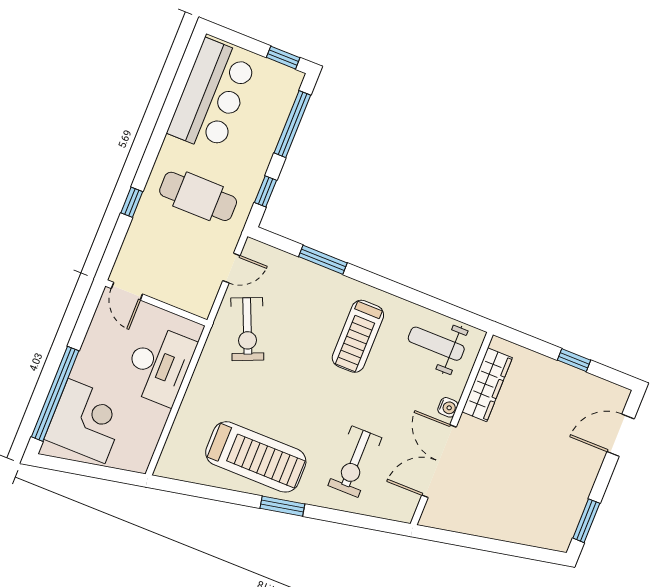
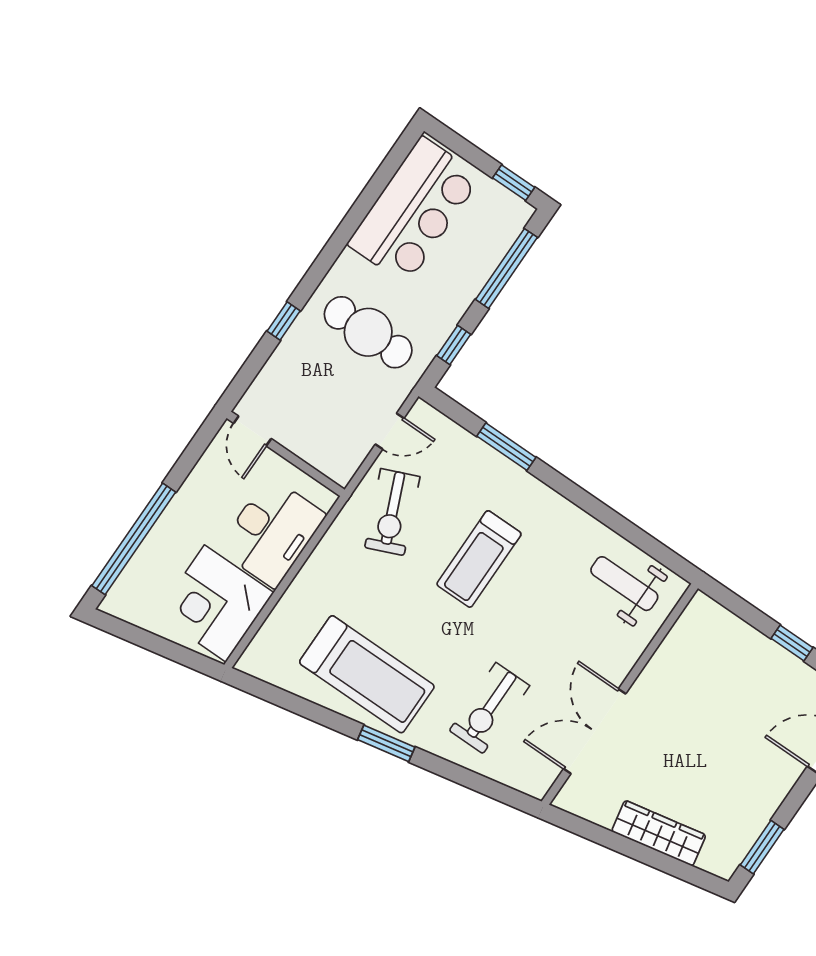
treadmill: (358, 336) -> (479, 559), moved
wardrobe: (487, 385) -> (659, 833), moved, turned -101
water cooler: (448, 407) -> (621, 666), removed
corner desk: (86, 421) -> (215, 604), moved, turned 180

